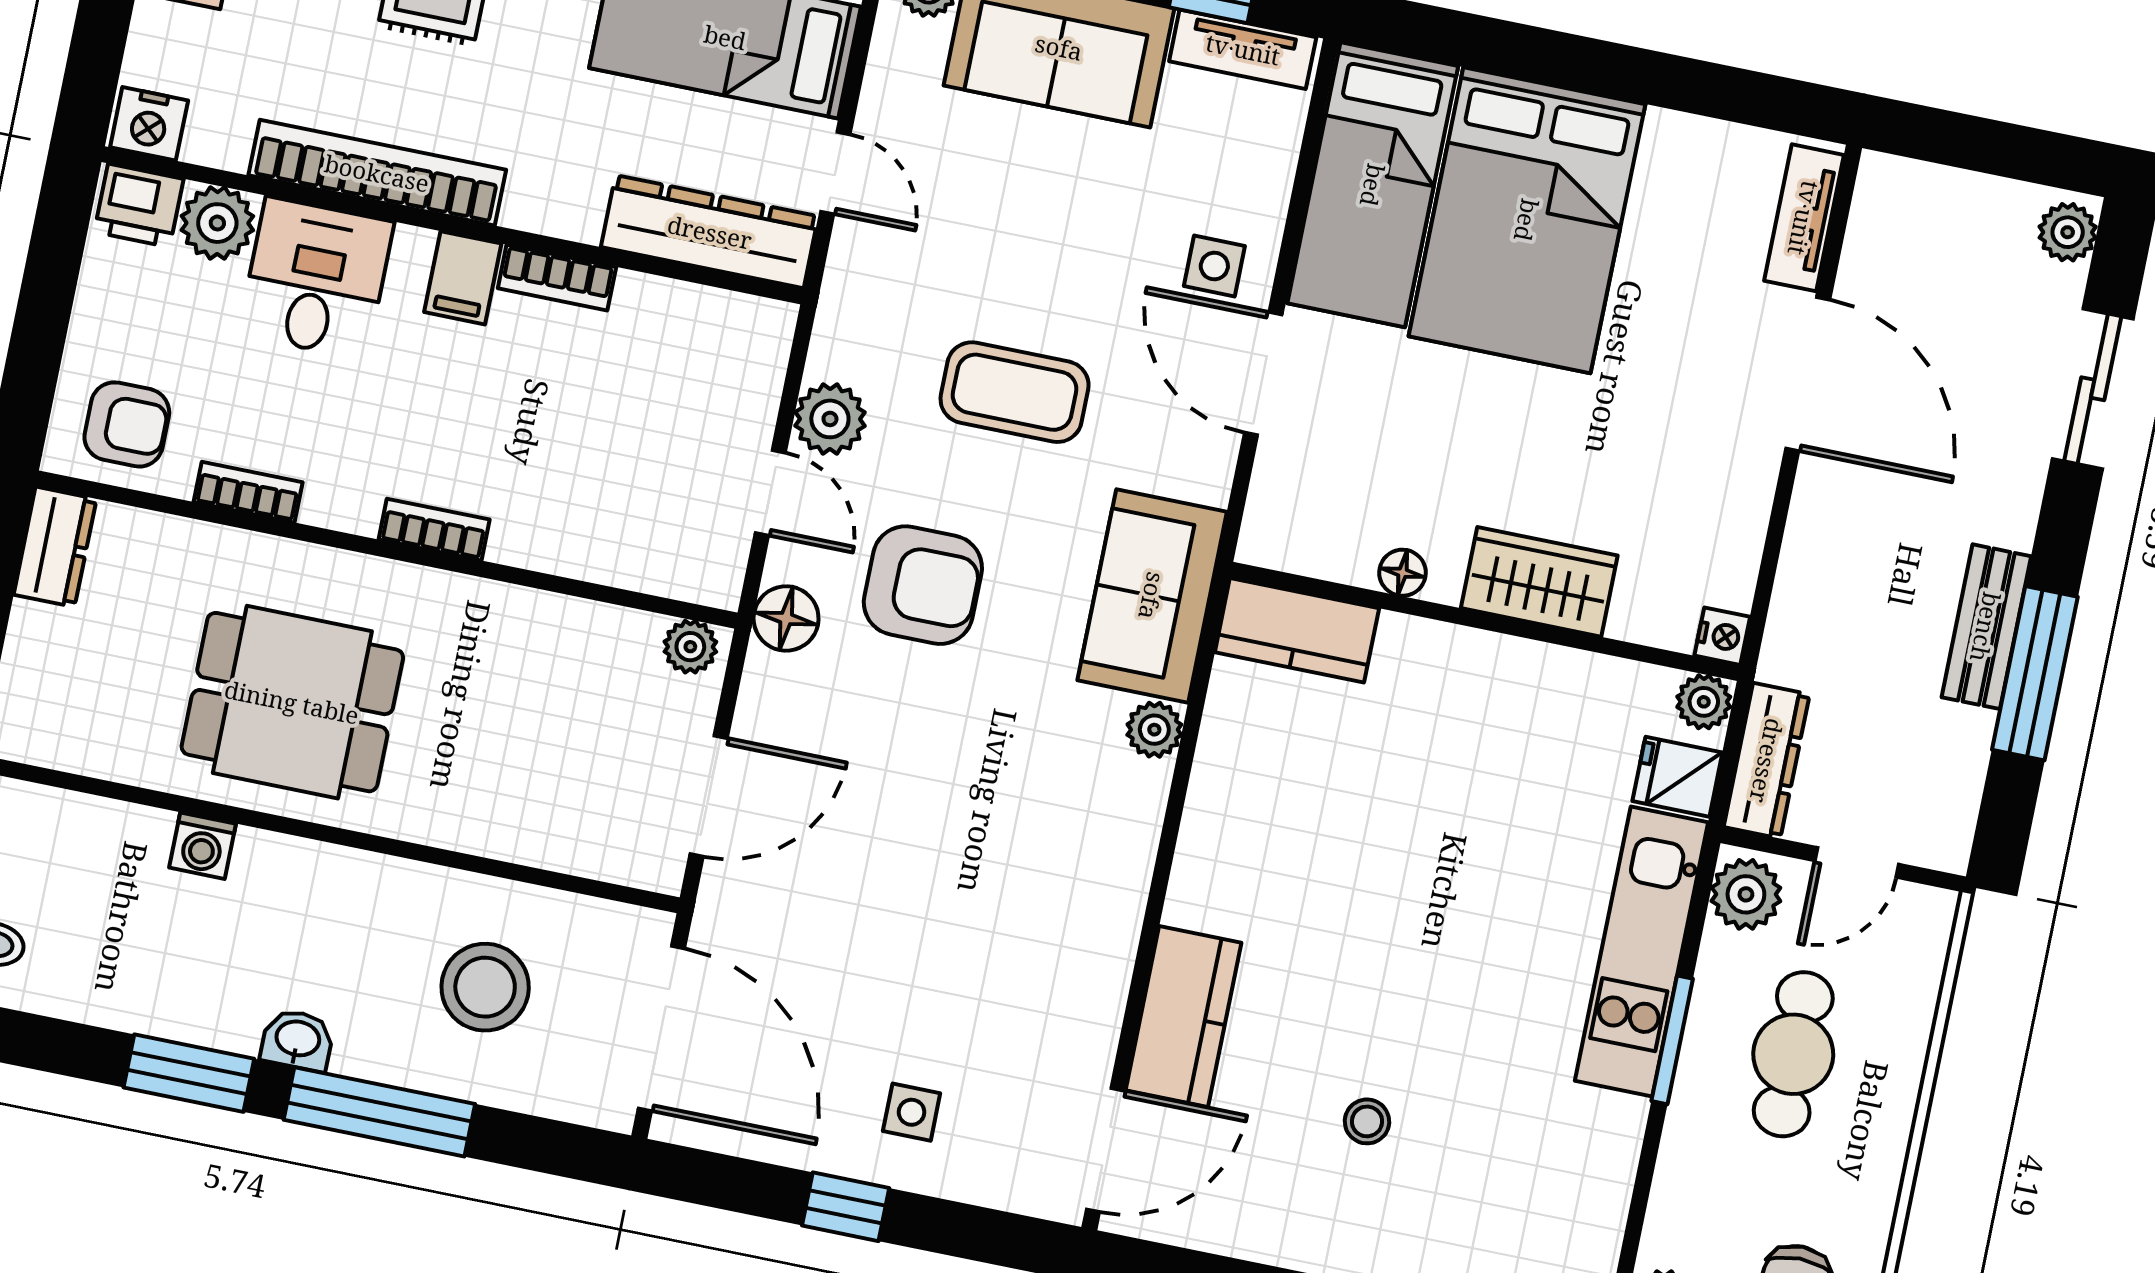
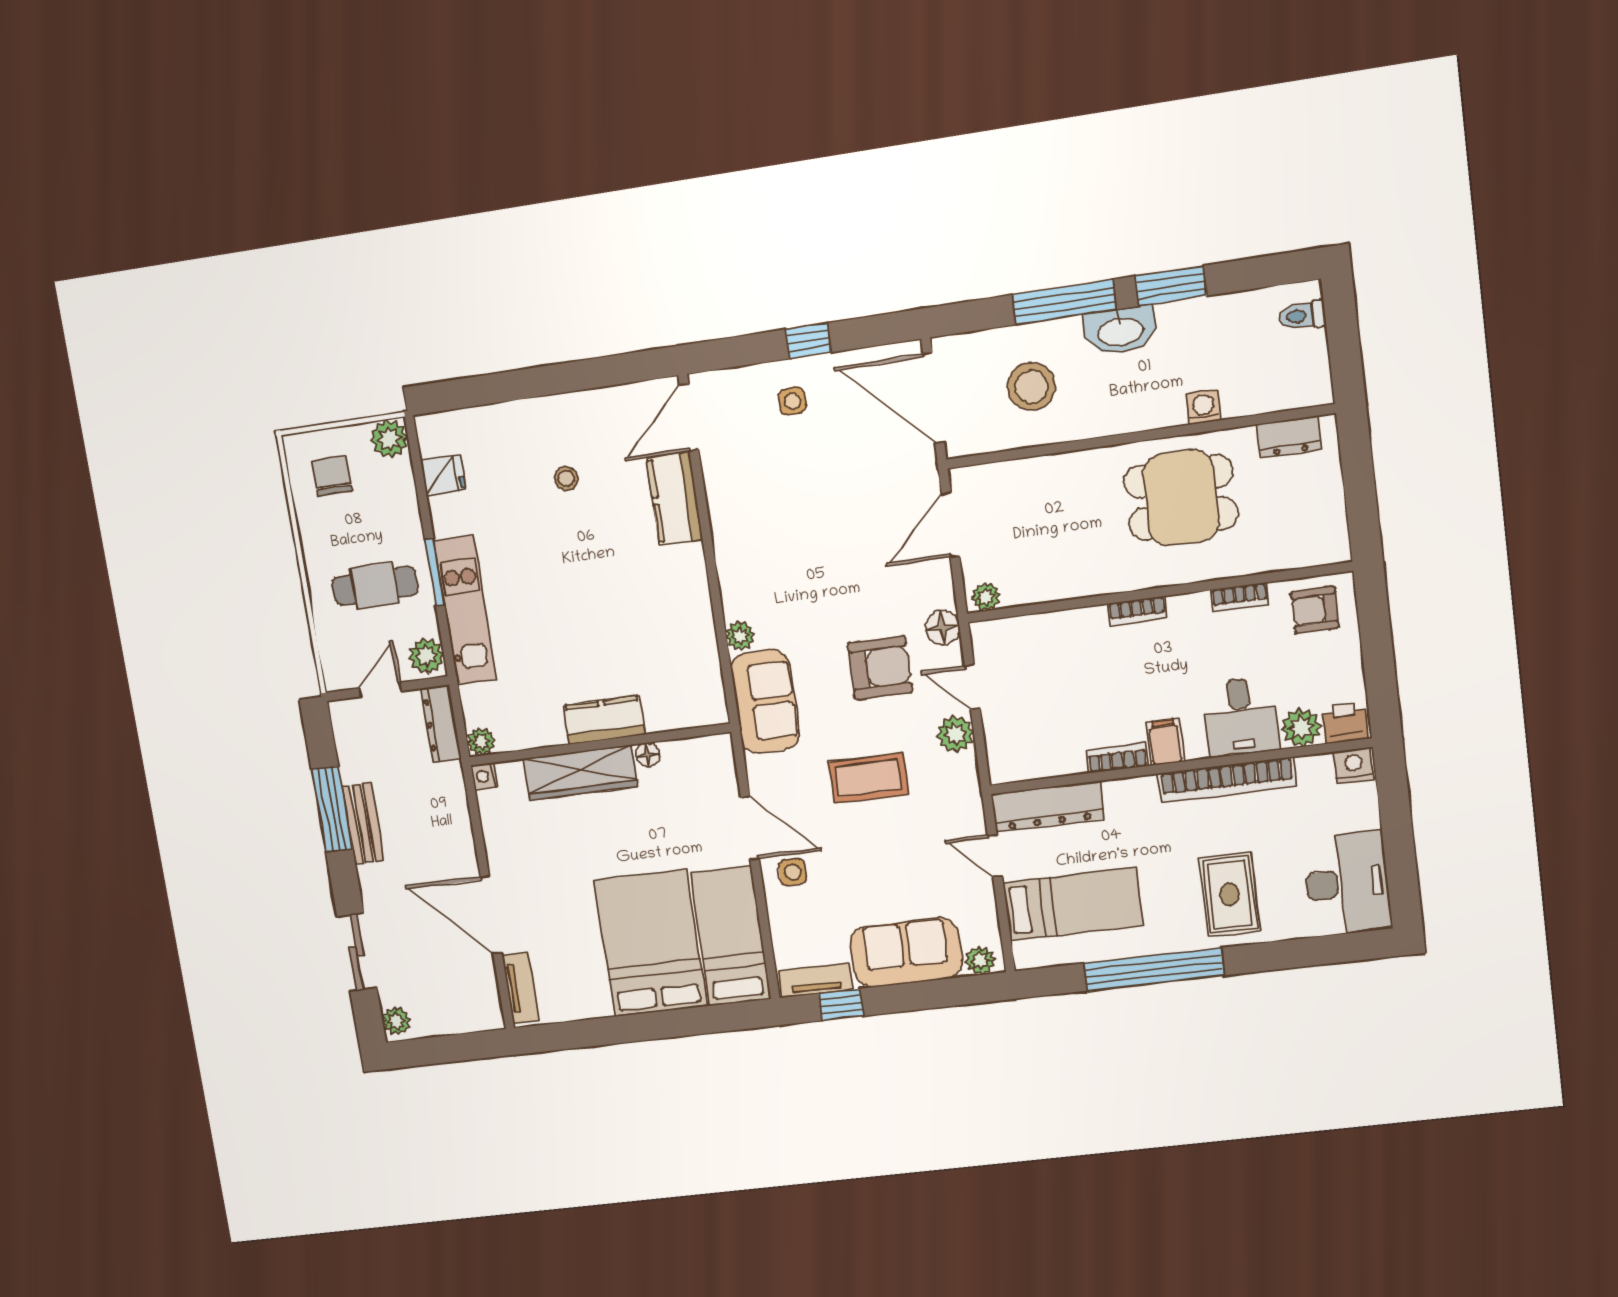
dresser: (55, 547) -> (1289, 437), moved, turned -90
wardrobe: (1539, 582) -> (581, 773), width x1.50
armchair: (923, 585) -> (880, 668), turned 180
kitchen counter: (1297, 630) -> (604, 720), moved
fridge: (1677, 777) -> (443, 475), moved
washbasin: (297, 1040) -> (1120, 331), width x1.91, depth x1.45
cafe table: (1793, 1054) -> (375, 586), turned 90

